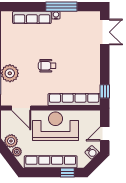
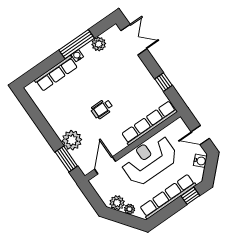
plant: (77, 18) -> (99, 44), added
window: (105, 91) -> (163, 82), moved
door: (21, 108) -> (105, 165), swing flipped
door: (105, 134) -> (200, 135), hinge flipped

